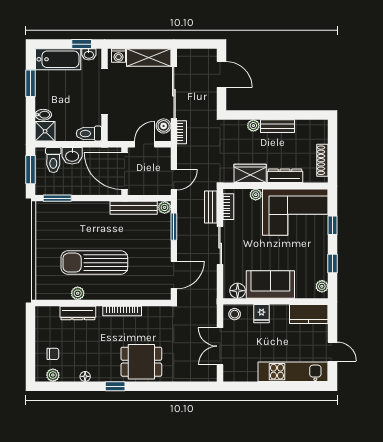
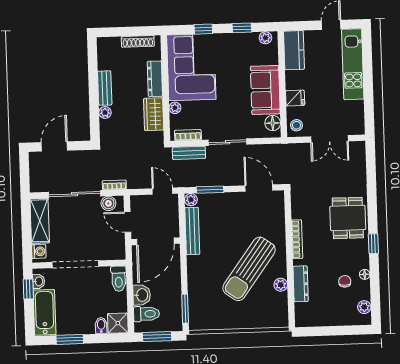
sun lounger: (94, 263) -> (249, 269), turned 36
chair: (53, 354) -> (345, 281), moved

